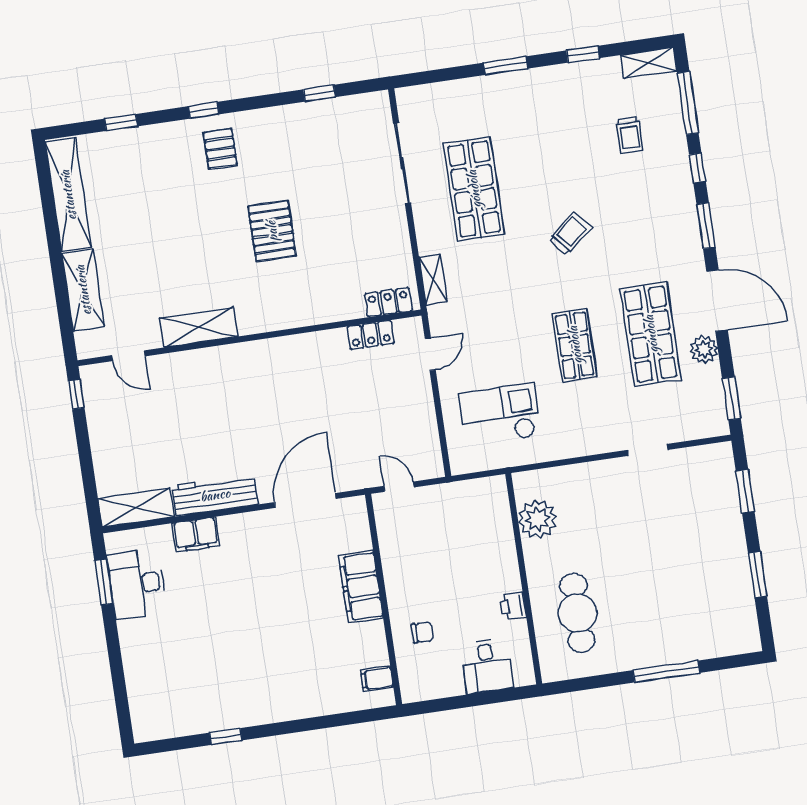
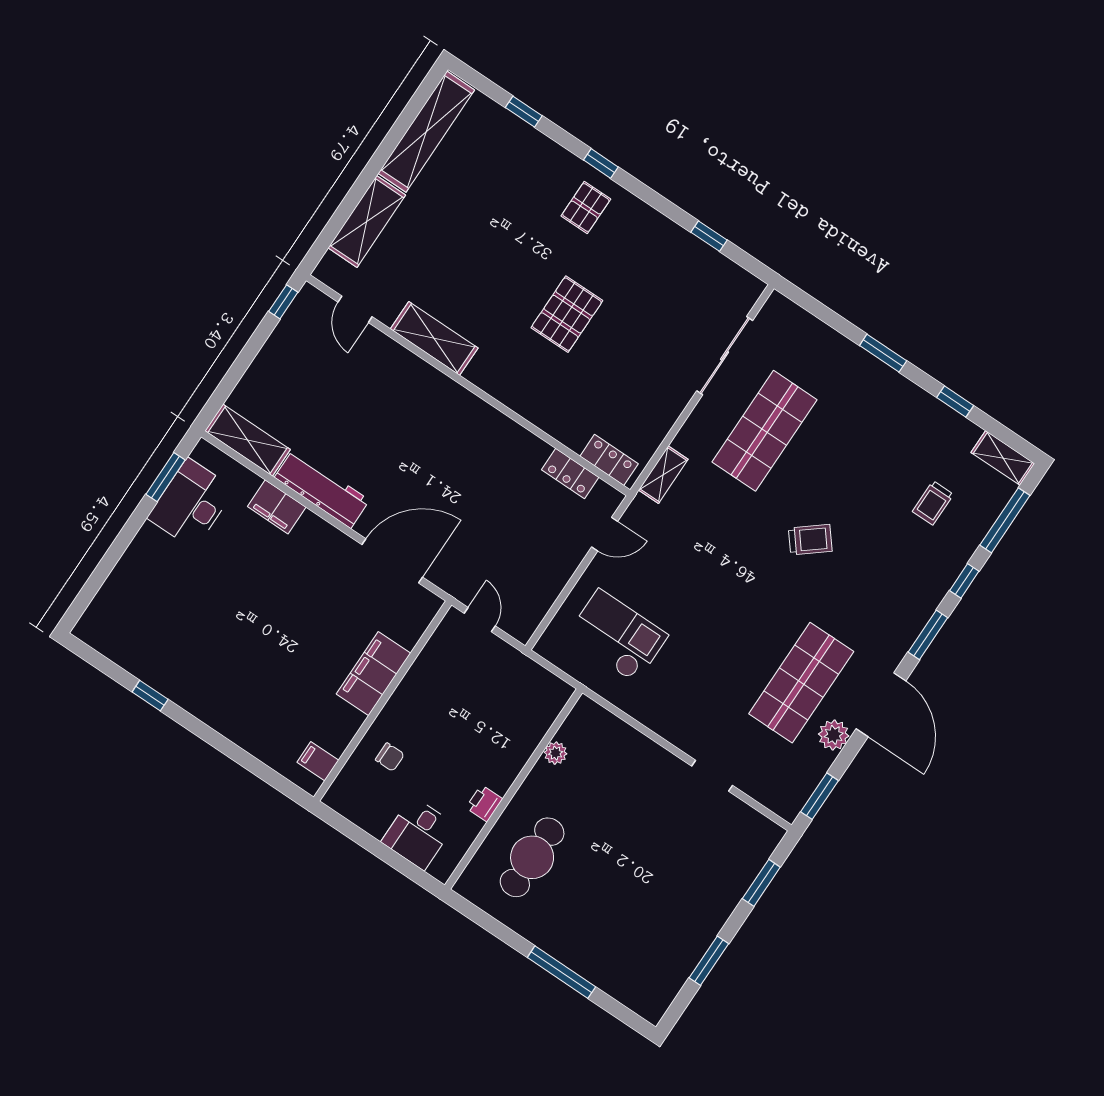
shop shelf: (575, 345) -> (730, 635), removed
plant: (538, 519) -> (556, 753), width x0.53, depth x0.53

